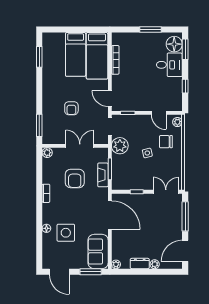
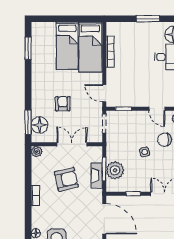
armchair: (71, 108) -> (63, 104), turned 180
floor lamp: (50, 128) -> (40, 125), added
plant: (120, 146) -> (115, 170), moved
armchair: (75, 178) -> (66, 179), turned -103

